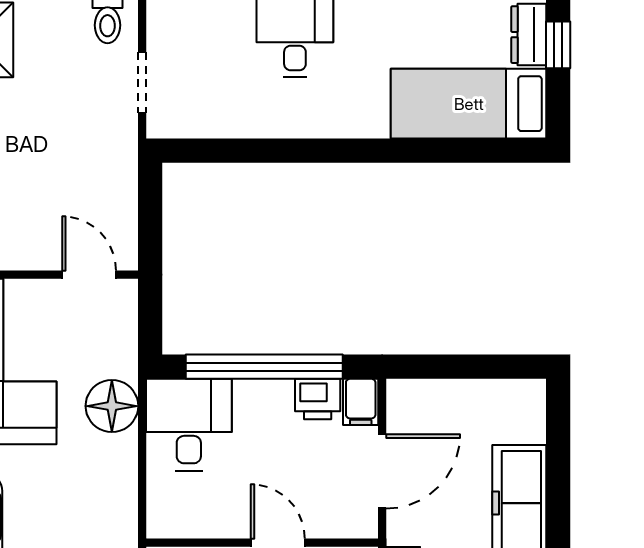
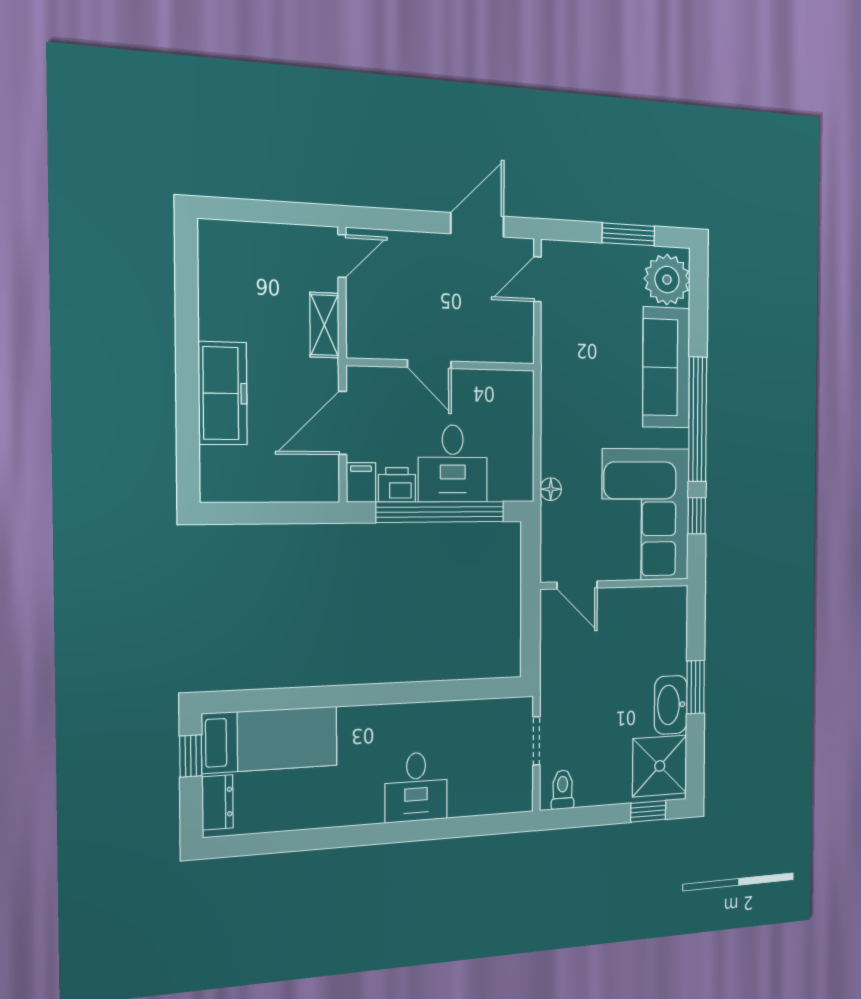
window: (558, 45) -> (191, 756), moved
floor lamp: (112, 406) -> (551, 489), width x0.53, depth x0.53
desk: (189, 425) -> (453, 464), moved

